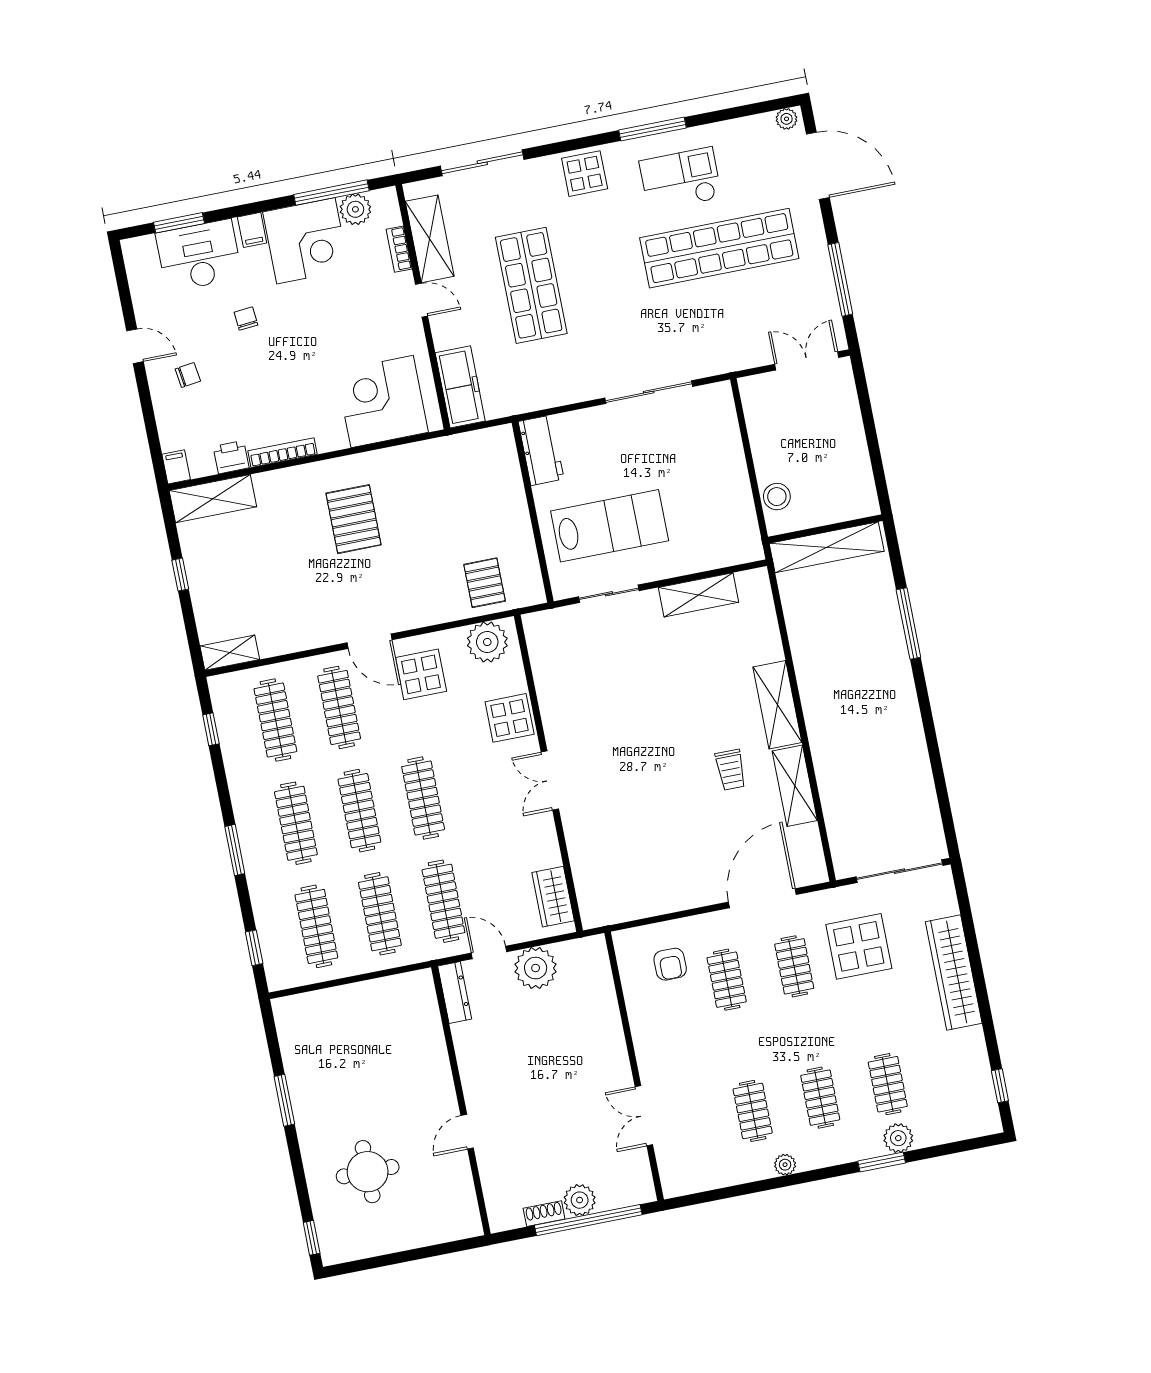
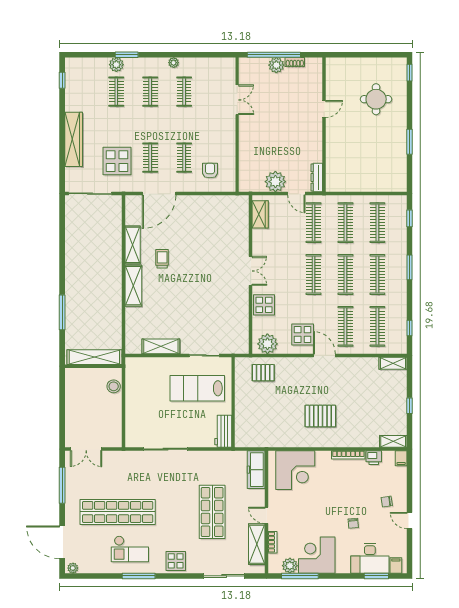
filing cabinet: (252, 230) -> (396, 565), moved
shelving: (213, 499) -> (393, 441), width x0.67, depth x0.75
pallet: (353, 519) -> (320, 416), turned 90
pallet: (485, 583) -> (263, 373), turned 90

